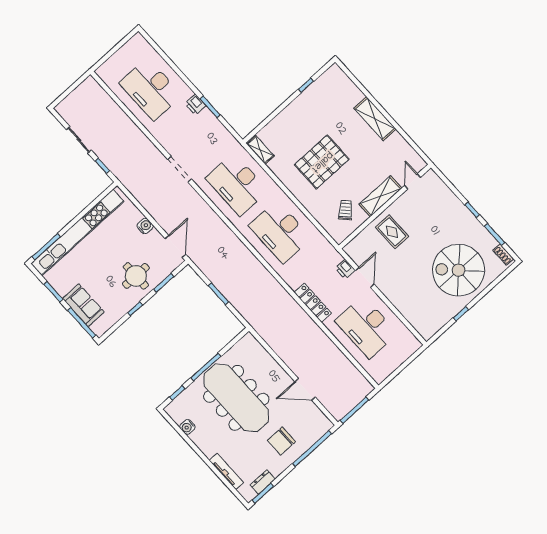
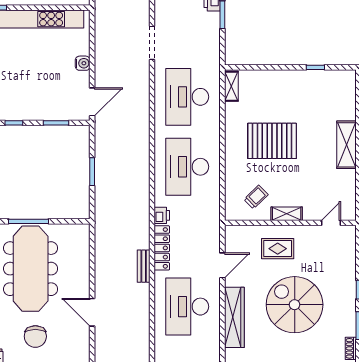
shelving: (380, 196) -> (287, 214), width x0.67, depth x0.75
rug: (392, 232) -> (278, 249), turned 90
printer: (345, 269) -> (162, 215), moved, turned 180
spiral stairs: (459, 270) -> (295, 305), moved
round table: (136, 276) -> (39, 97), removed
wardrobe: (405, 305) -> (234, 317), added
bench: (312, 326) -> (144, 266), added
chair: (281, 441) -> (35, 336), turned -90

